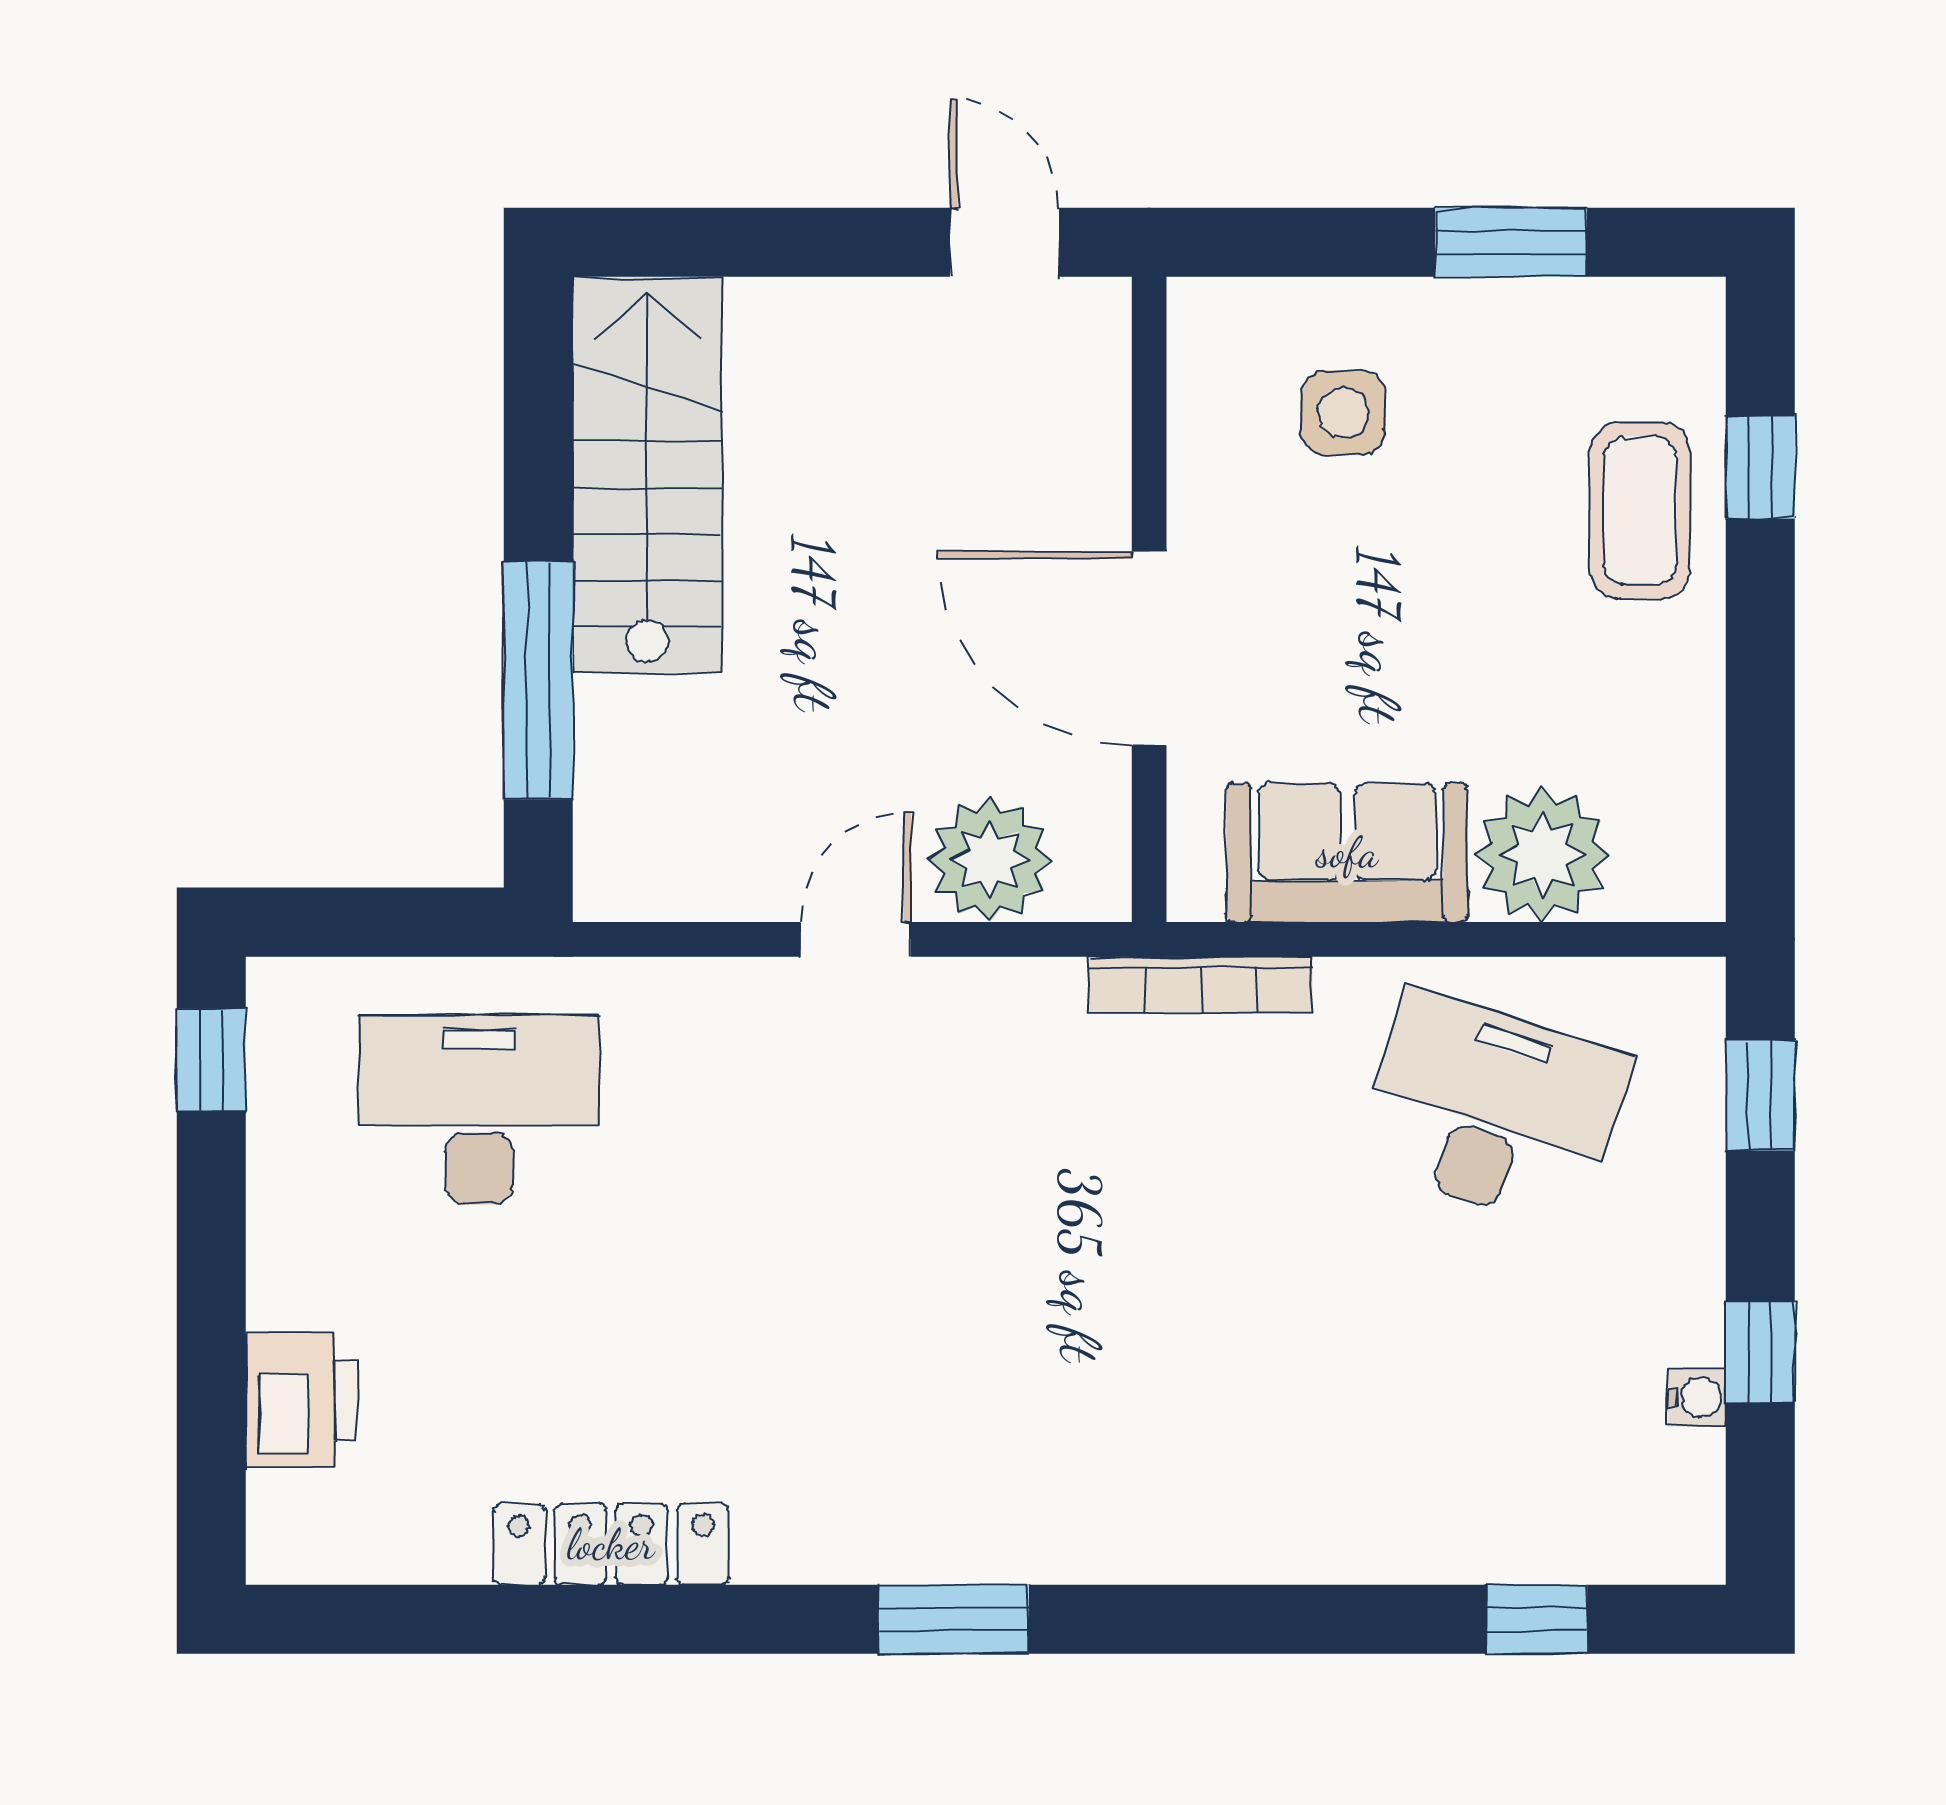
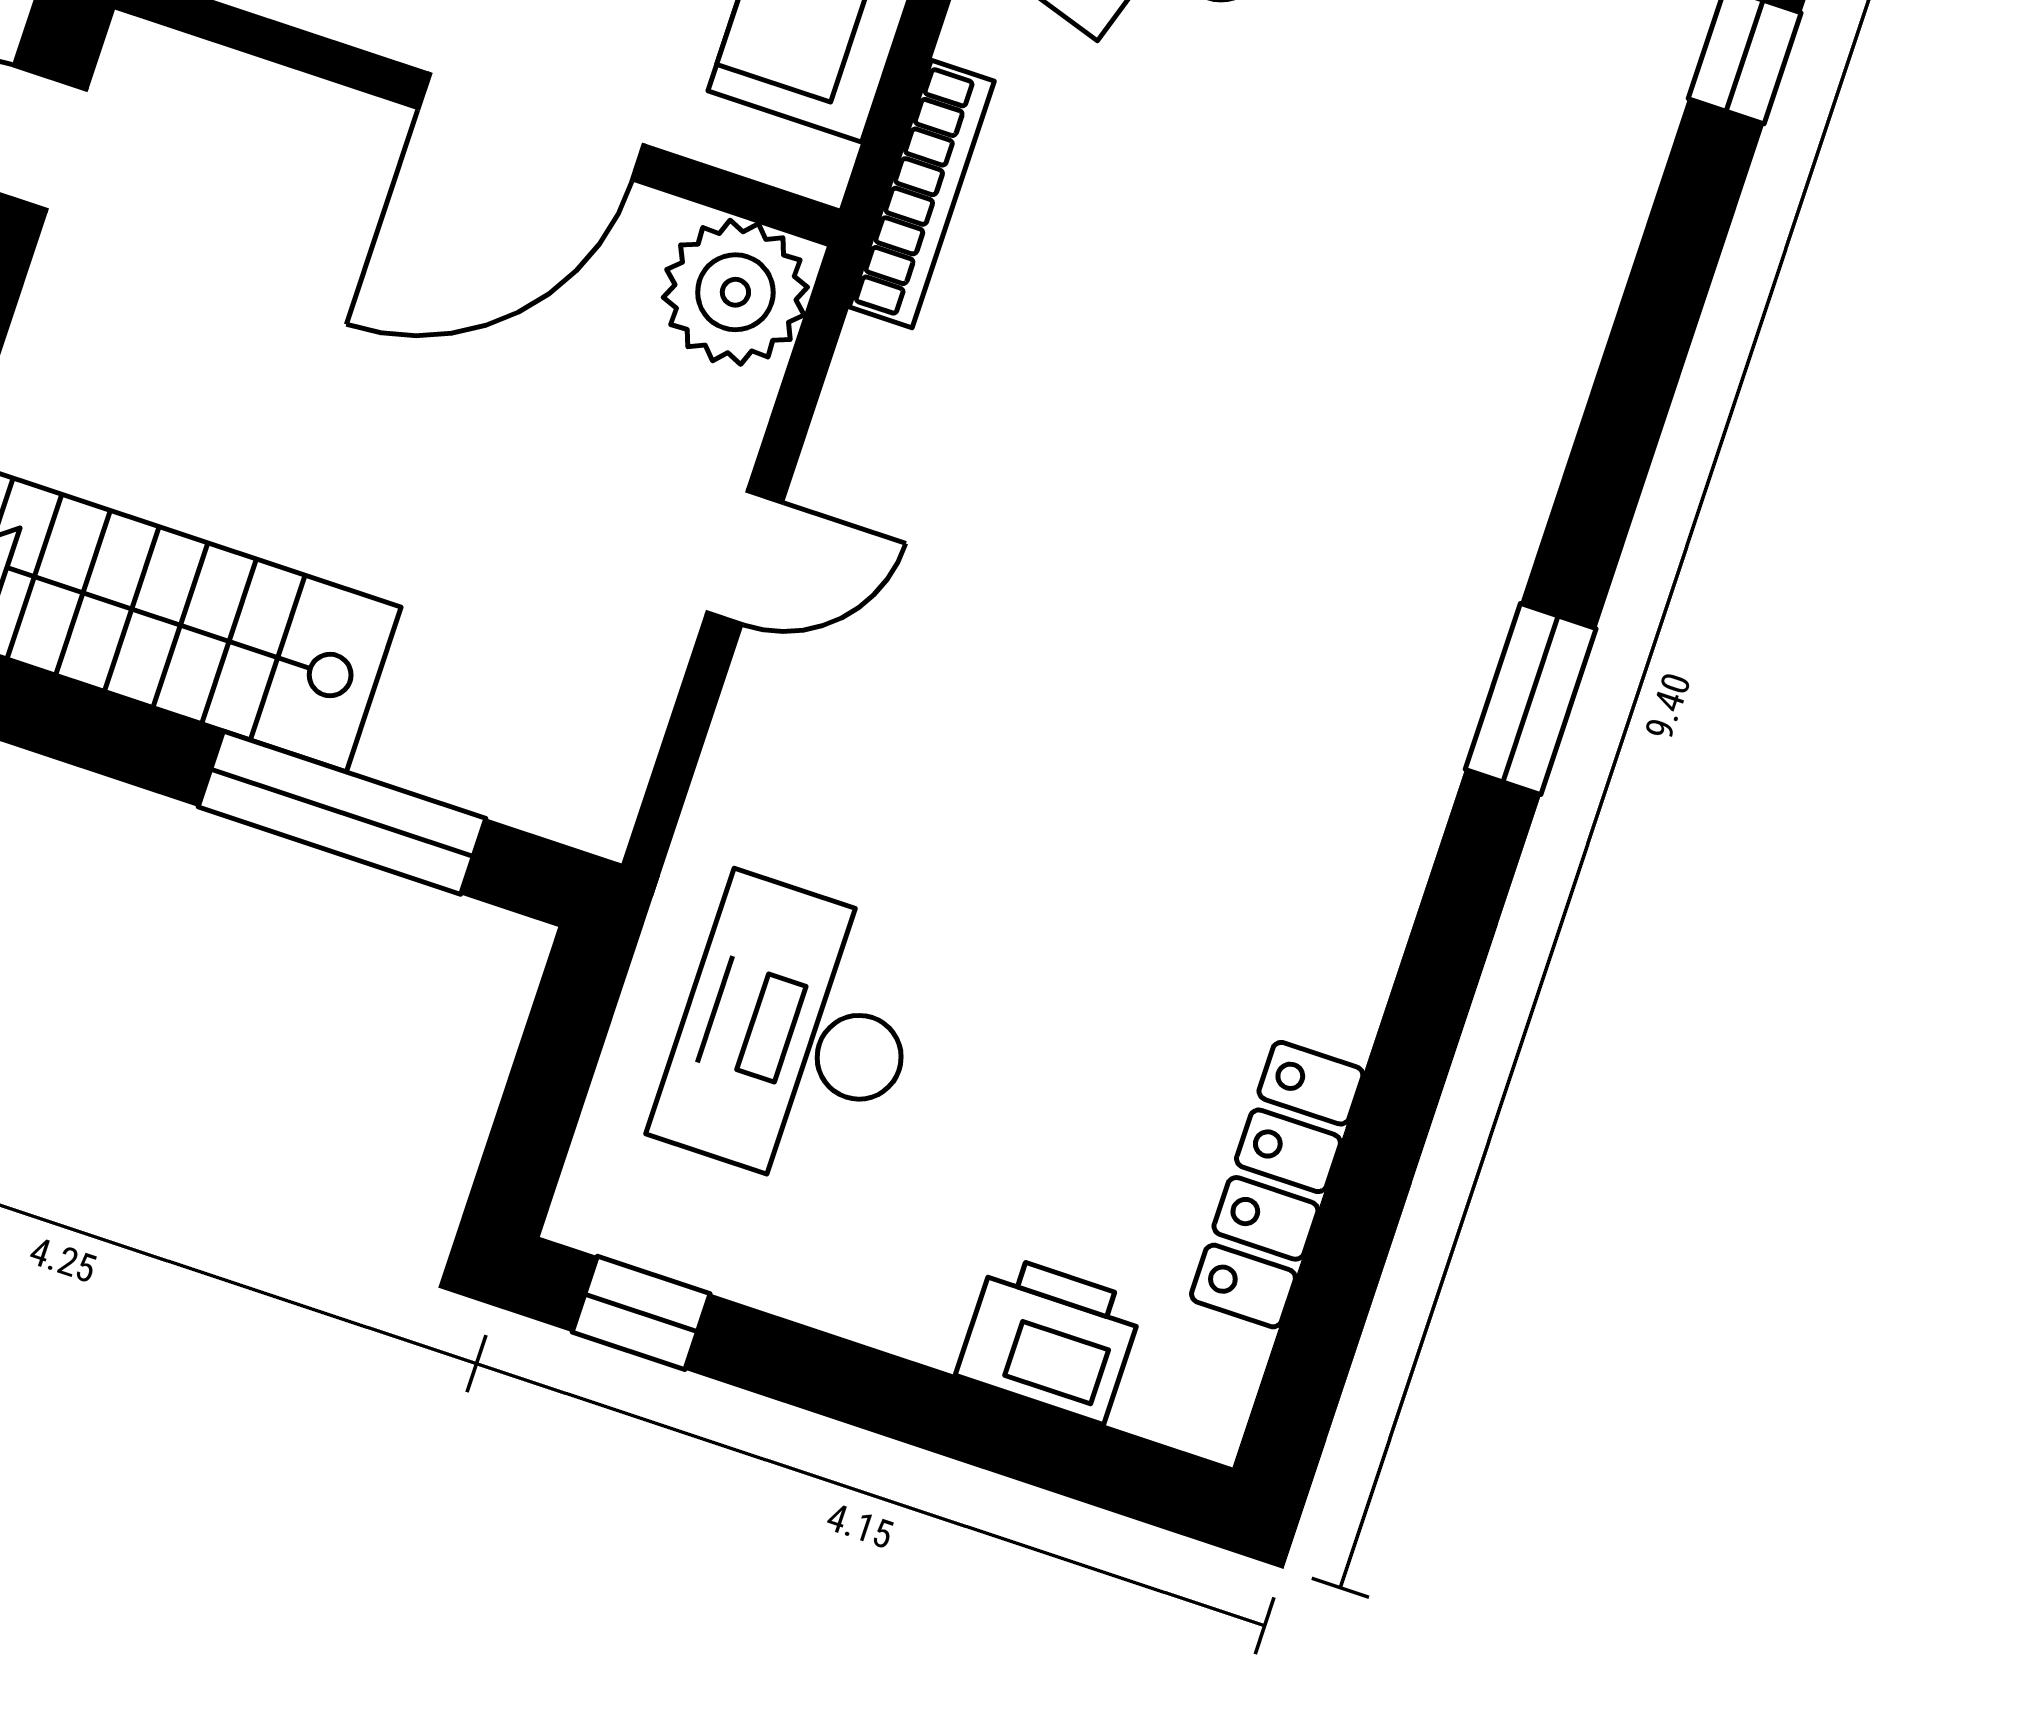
plant: (990, 860) -> (735, 292), moved
door: (856, 939) -> (745, 558), swing flipped
locker: (611, 1544) -> (1277, 1185), moved

